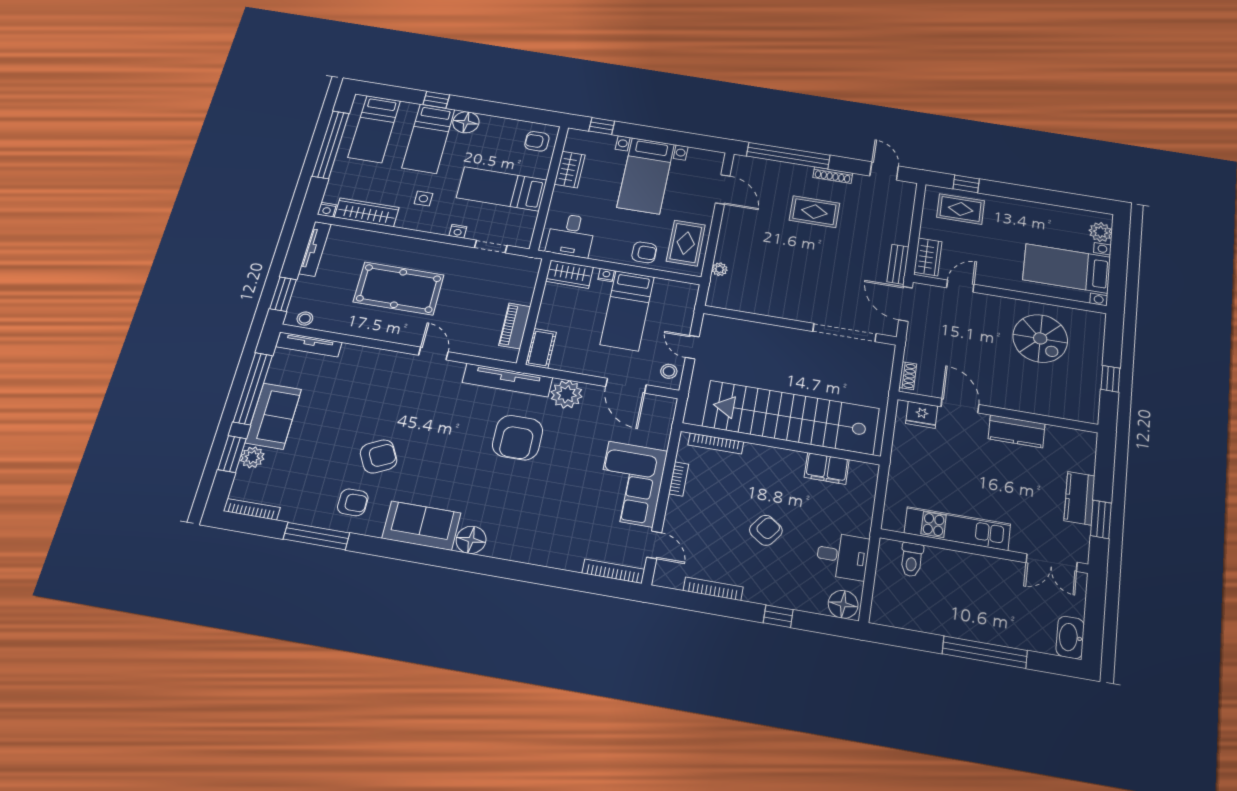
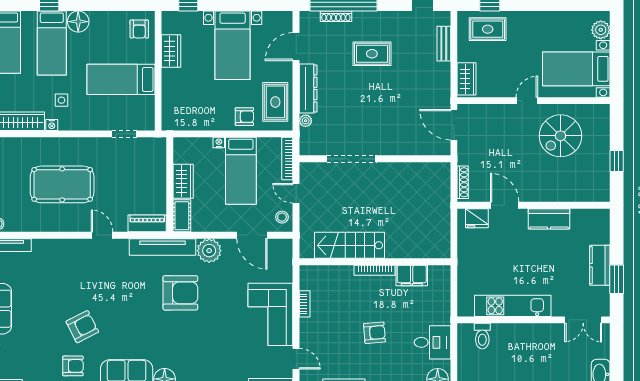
armchair: (537, 141) -> (139, 29), turned -90
shoe rack: (833, 175) -> (336, 16), moved
door: (723, 189) -> (296, 47), swing flipped
nightstand: (458, 231) -> (52, 125), moved
desk: (571, 235) -> (184, 112), removed
dresser: (729, 235) -> (308, 88), added
bench: (898, 264) -> (444, 44), moved
wardrobe: (569, 274) -> (183, 181), moved, turned -90
door: (960, 286) -> (527, 101), moved
bookcase: (689, 307) -> (287, 159), added
piano: (515, 326) -> (147, 223), moved, turned 90
doorway: (844, 332) -> (351, 159), moved
spiral stairs: (1040, 338) -> (560, 136), turned 90
shoe rack: (908, 376) -> (463, 182), width x1.43
stairs: (791, 417) -> (350, 245), width x0.54, depth x0.66
armchair: (518, 438) -> (180, 293), turned -90
bookcase: (716, 443) -> (375, 270), moved
armchair: (766, 530) -> (374, 333), turned 49

